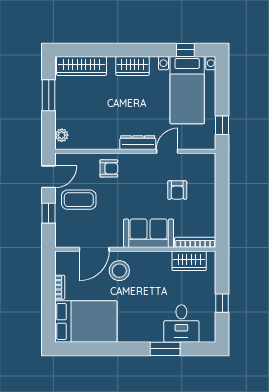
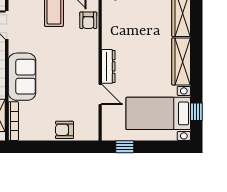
wardrobe: (132, 66) -> (181, 61), width x1.50
armchair: (109, 168) -> (88, 20), moved
armchair: (177, 190) -> (64, 130), moved

